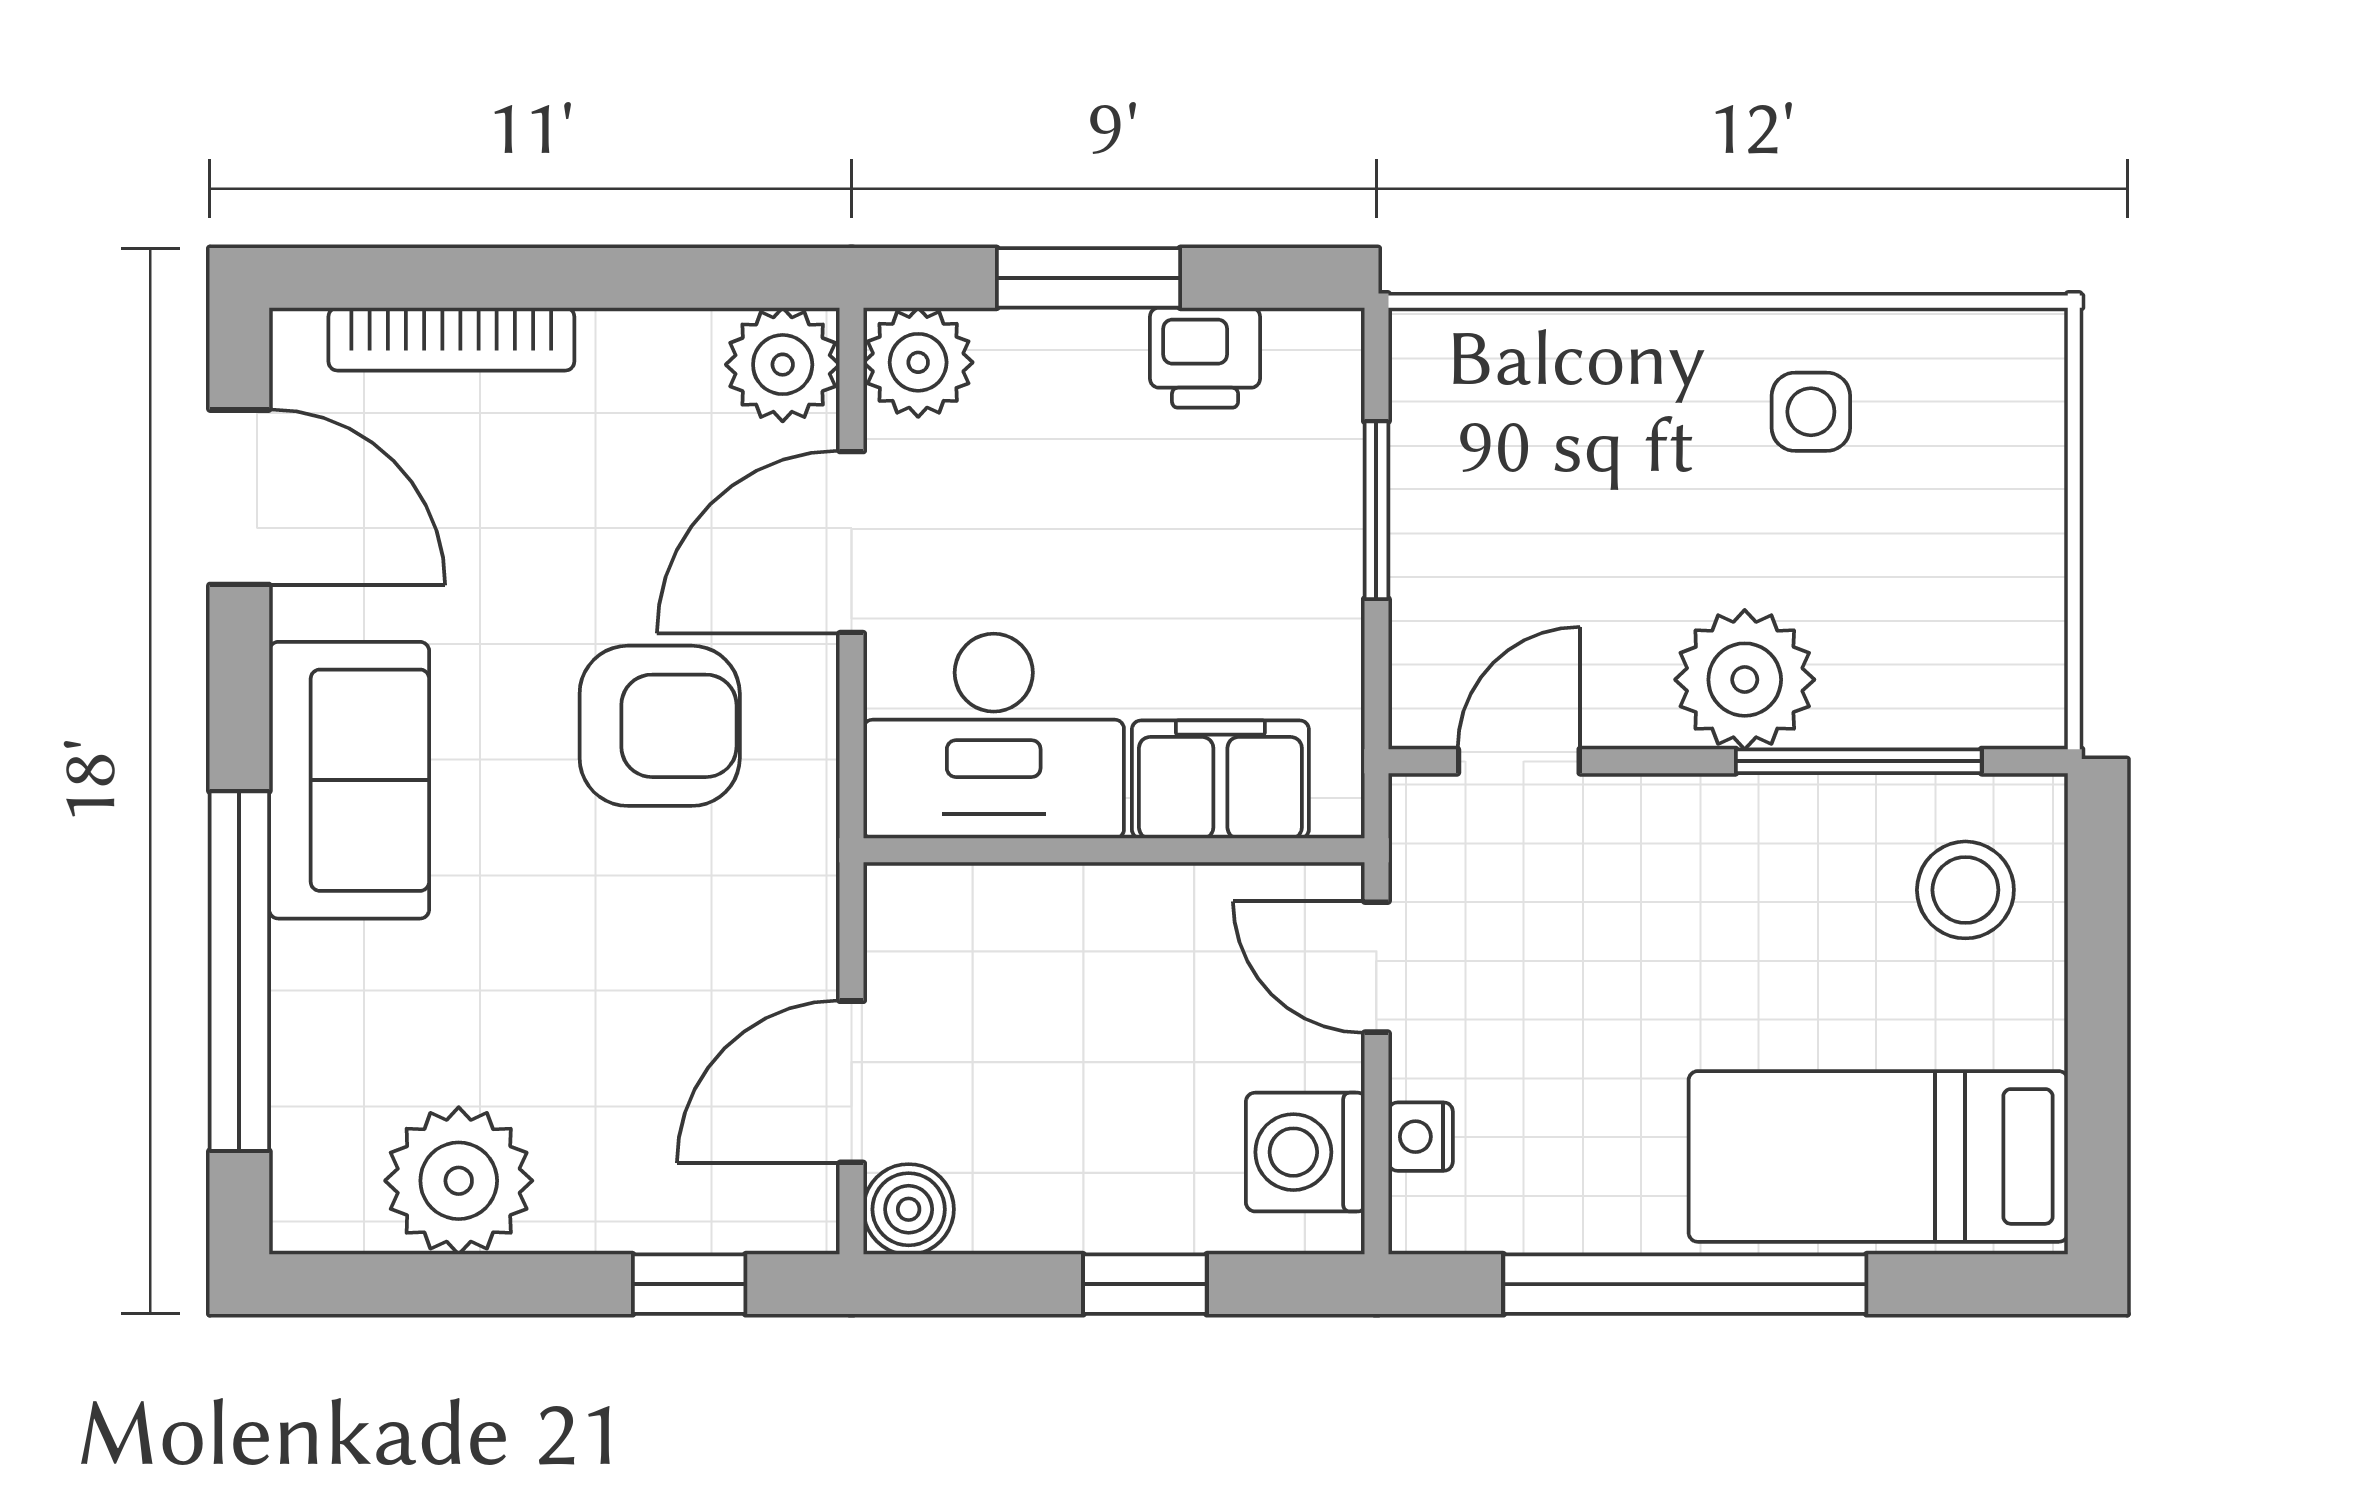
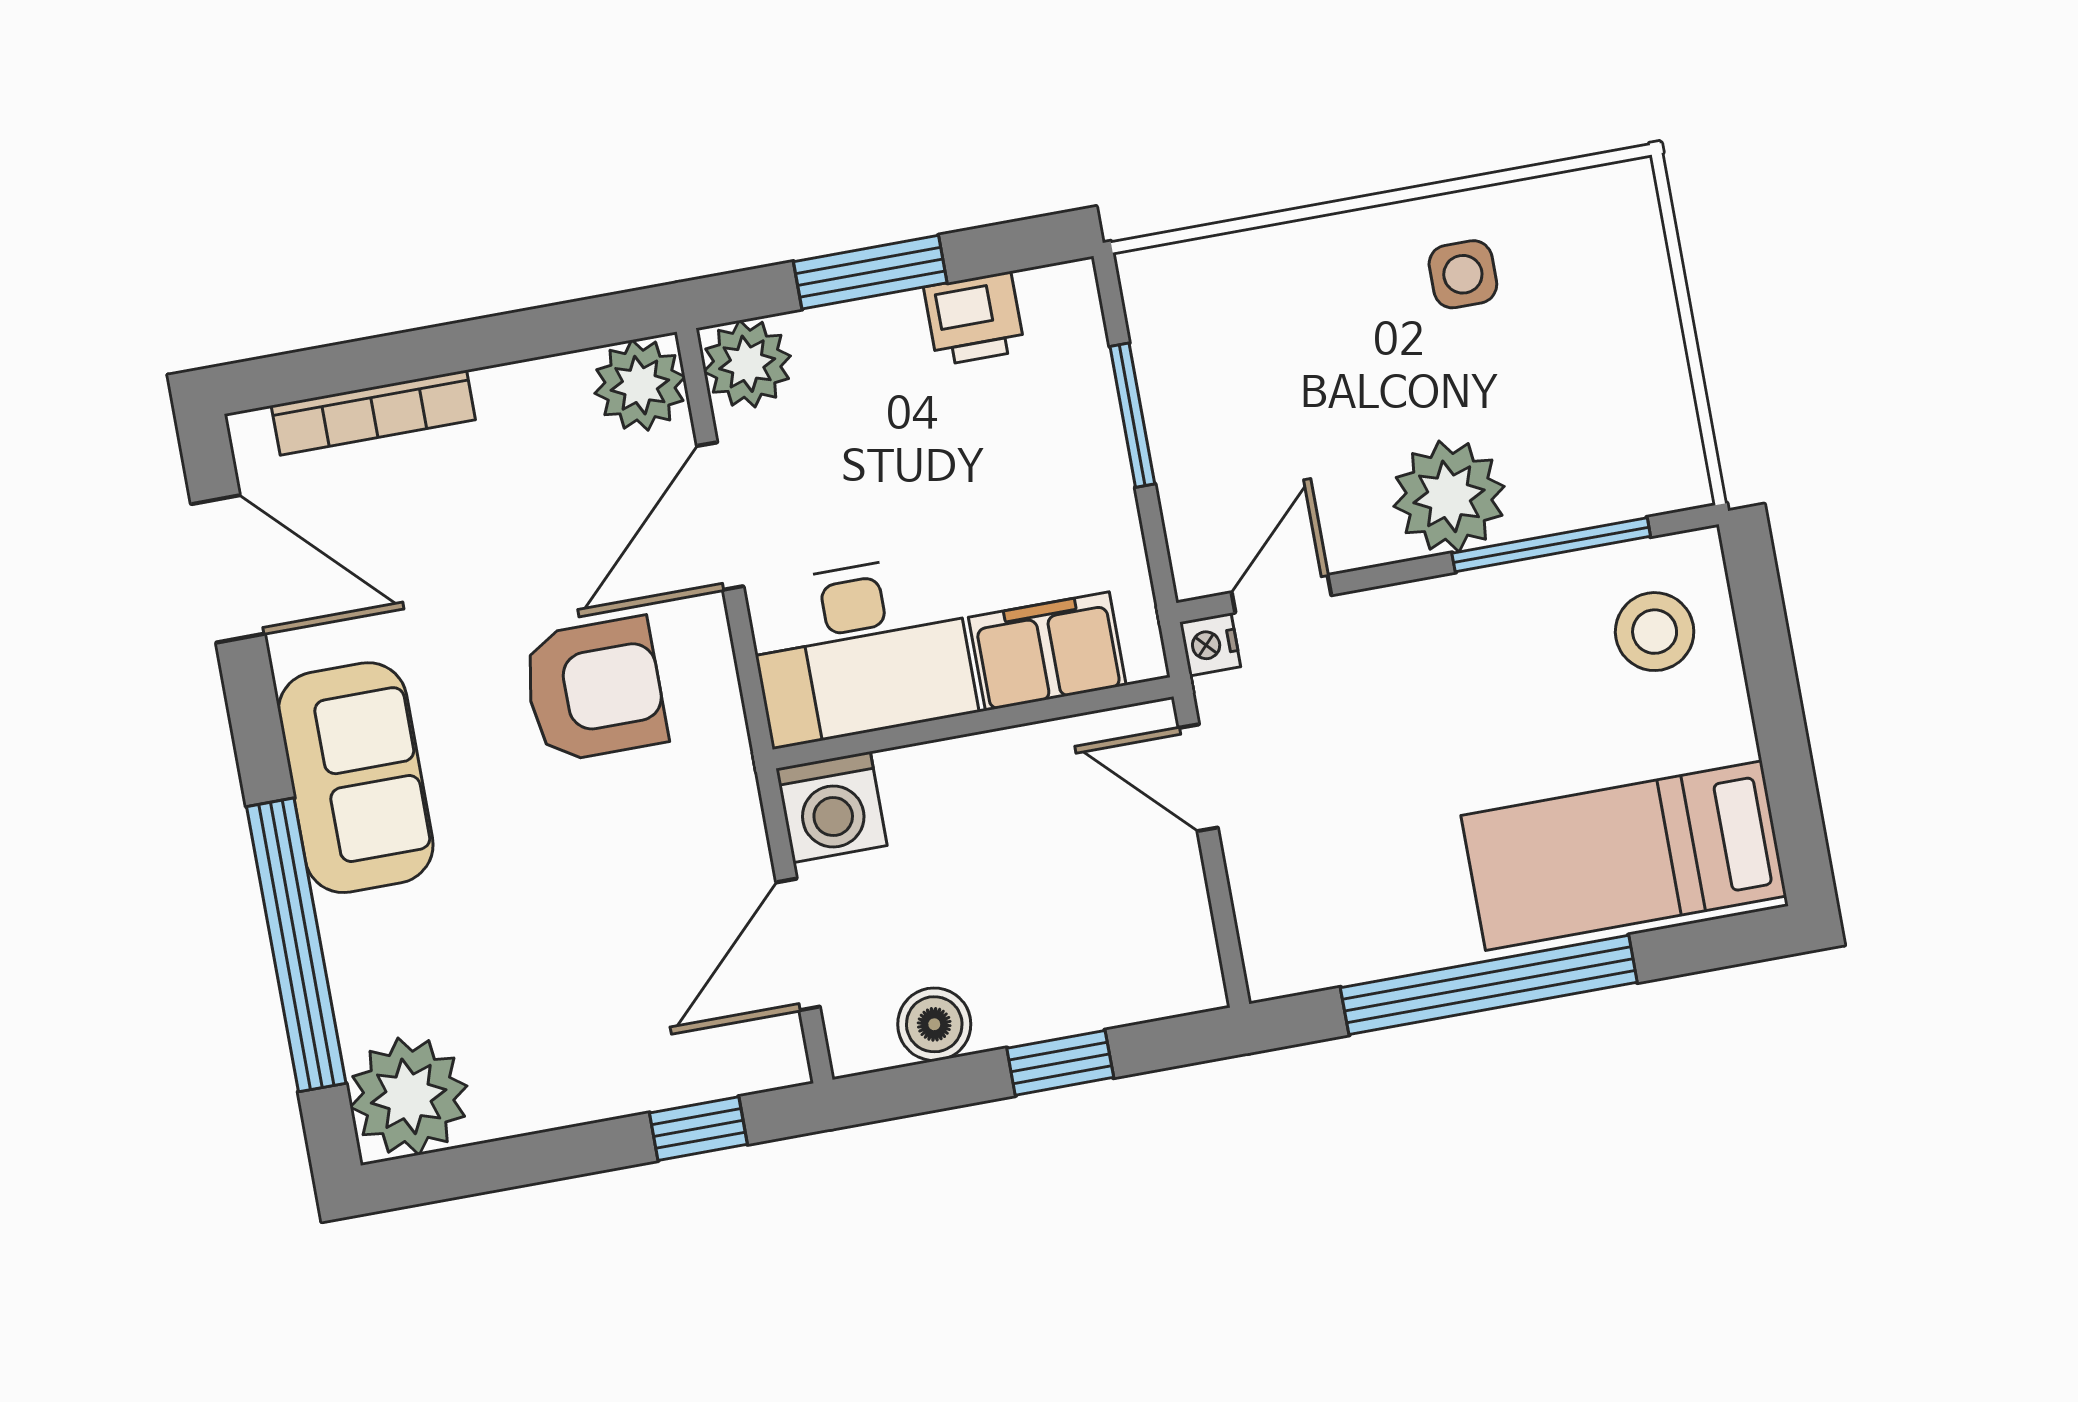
nightstand: (1421, 1137) -> (1210, 644), moved
washing machine: (1305, 1152) -> (832, 807), moved, turned -90
plant: (459, 1181) -> (409, 1096), moved
boiler: (909, 1209) -> (934, 1024), moved

